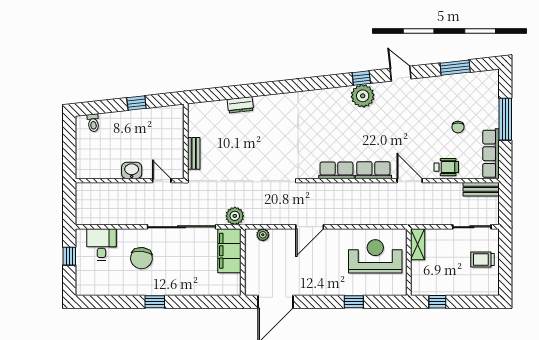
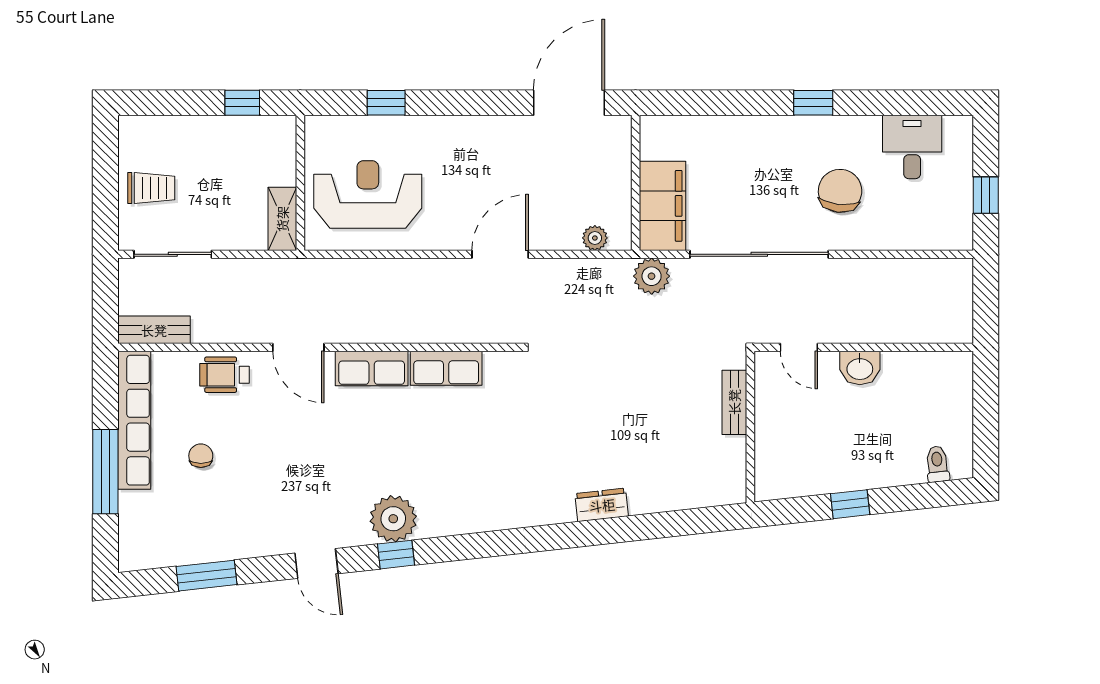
dresser: (240, 105) -> (602, 505), moved
row of seats: (491, 154) -> (134, 420), width x1.36
desk: (101, 244) -> (912, 147), moved, turned 180
reception desk: (375, 256) -> (368, 194), turned 180
window: (354, 302) -> (386, 103), moved

